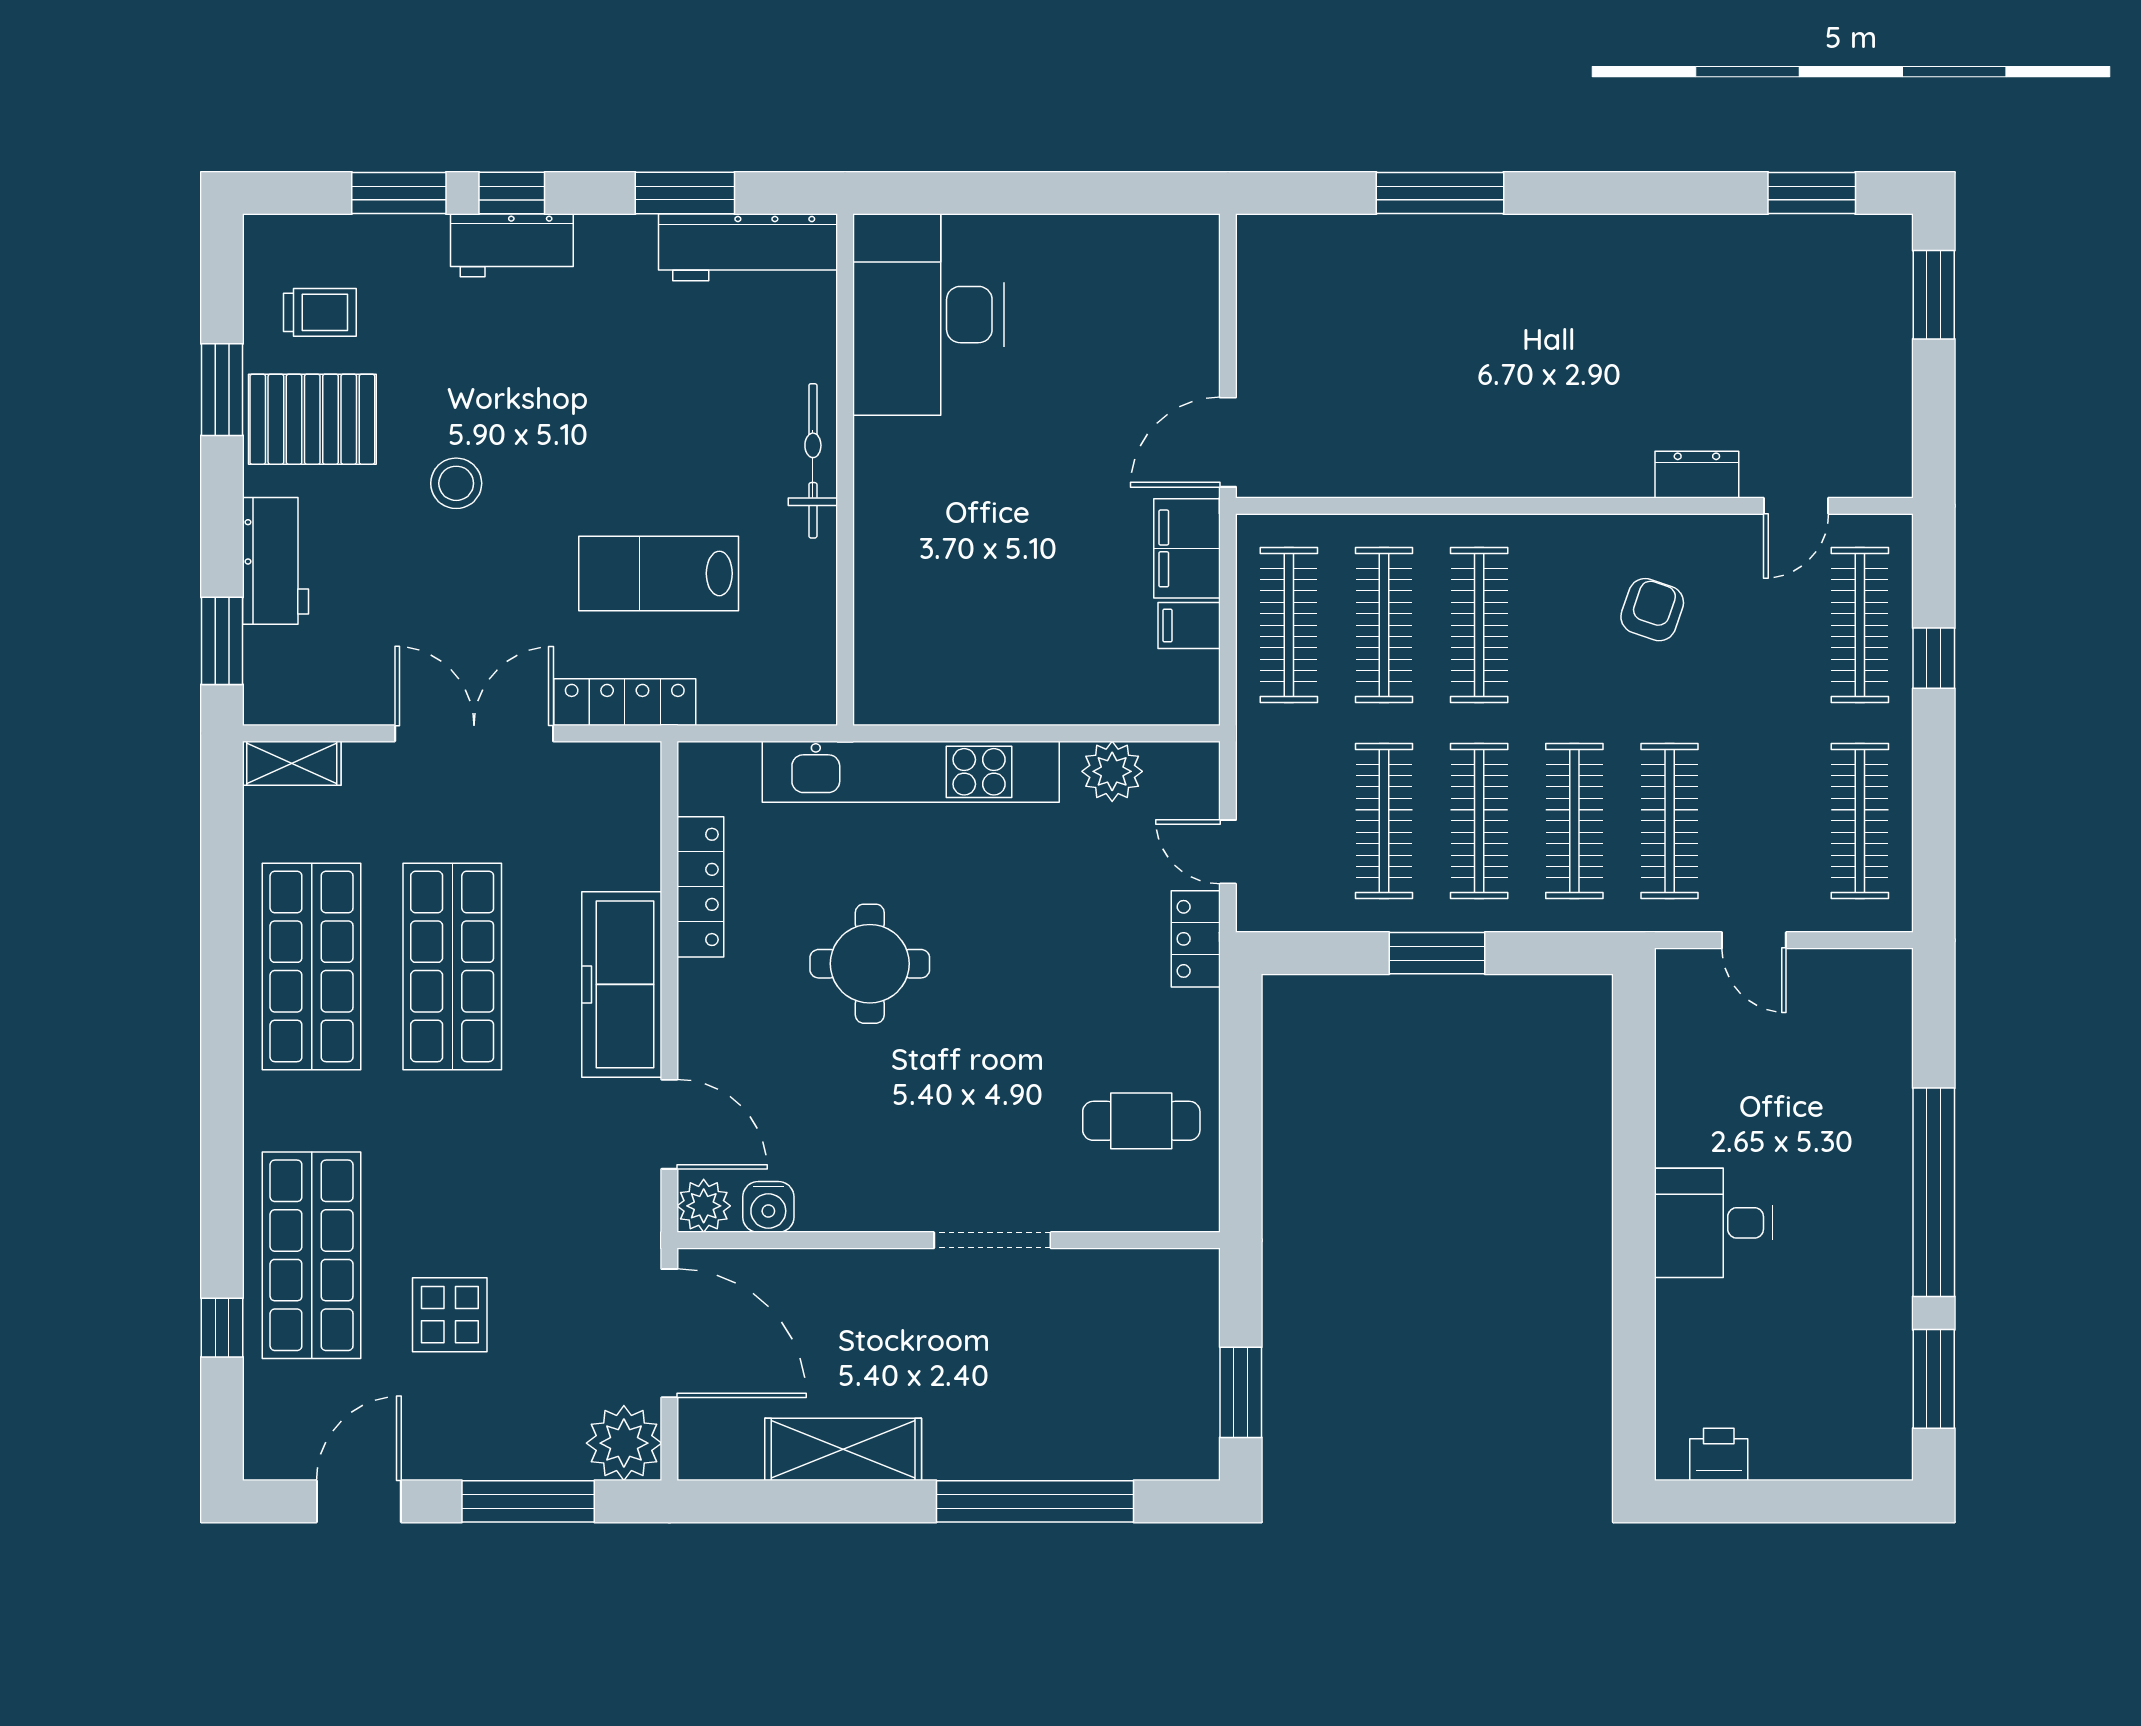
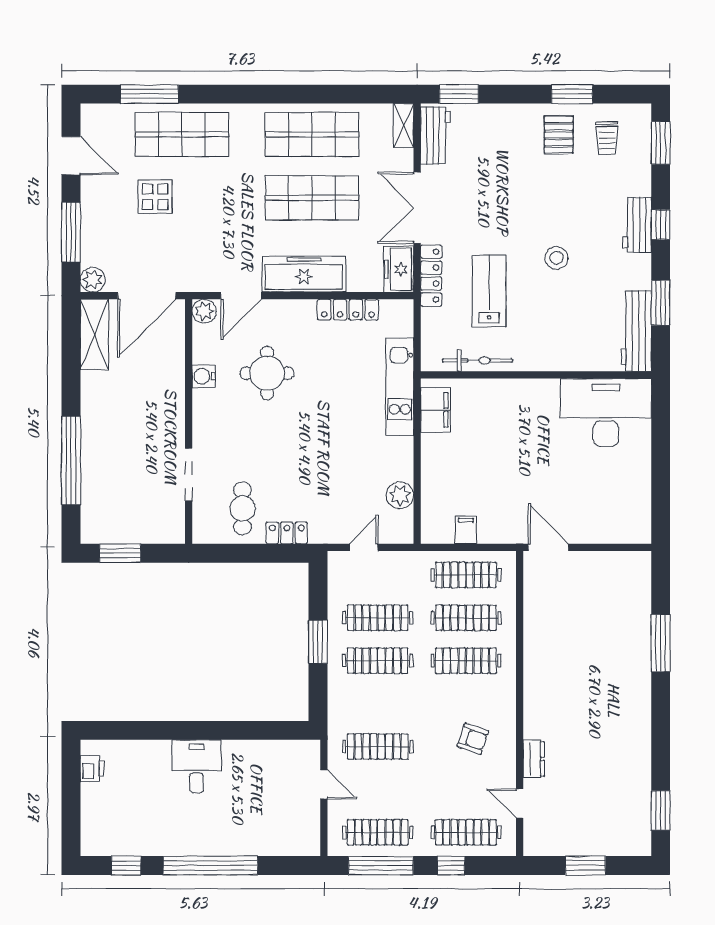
window: (399, 193) -> (661, 143), moved
window: (1934, 295) -> (585, 866), moved
pallet: (312, 419) -> (559, 135), width x0.67, depth x0.71
bicycle: (813, 461) -> (478, 360), moved
stool: (456, 483) -> (557, 258), moved
filing cabinet: (1187, 548) -> (436, 410), moved, turned 90
workbench: (276, 561) -> (435, 135), moved, turned -90
double door: (474, 733) -> (417, 208), swing flipped
kitchen unit: (911, 772) -> (400, 387), width x0.73
freezer: (611, 774) -> (399, 269), added
window: (1934, 814) -> (381, 866), added
clothes rail: (1574, 821) -> (378, 704), removed
locker: (1196, 939) -> (287, 533), moved
door: (1754, 940) -> (324, 785), swing flipped
round table: (870, 964) -> (267, 373), moved
water cooler: (768, 1207) -> (204, 376), moved
doorway: (992, 1240) -> (189, 475), moved
window: (222, 1328) -> (149, 94), width x2.17
window: (1934, 1379) -> (126, 866), width x0.67
plant: (624, 1443) -> (93, 280), width x0.73, depth x0.73
shelving: (843, 1449) -> (94, 334), moved

